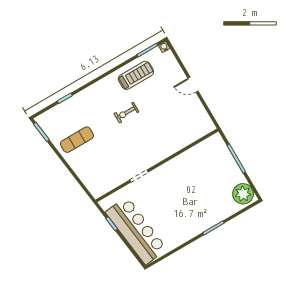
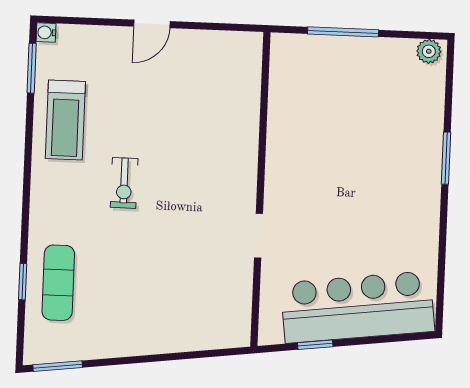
treadmill: (136, 75) -> (65, 120), turned 180
exercise mat: (77, 140) -> (58, 283), moved
plant: (243, 194) -> (429, 51), width x0.53, depth x0.53

